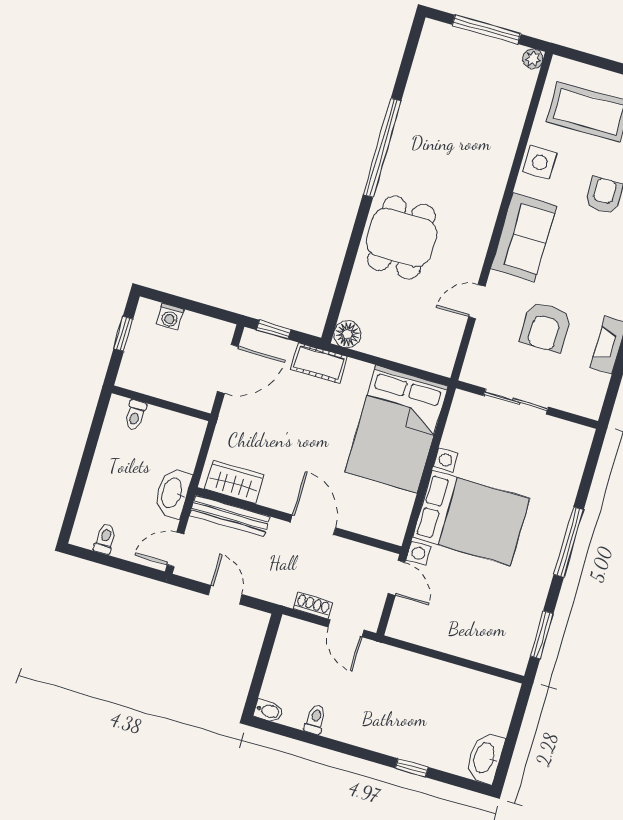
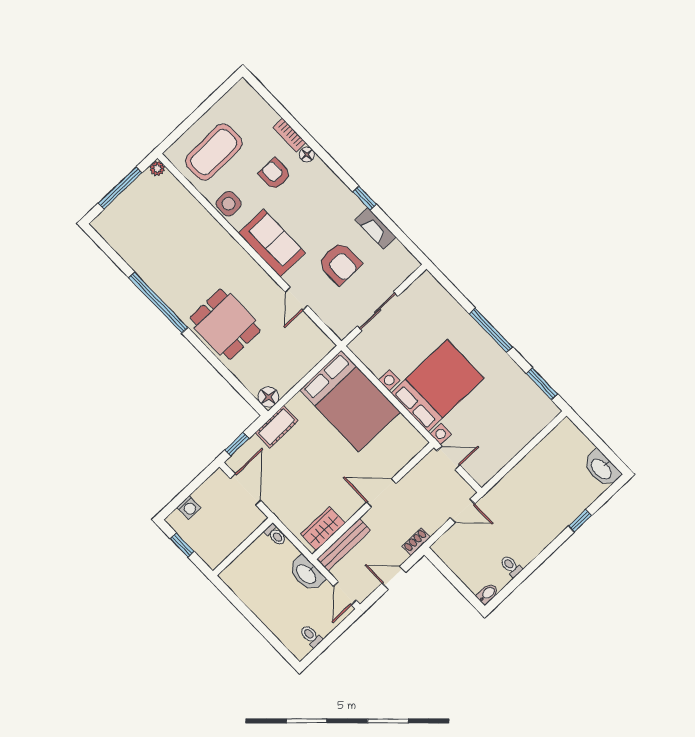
toilet: (135, 415) -> (275, 535), moved
shoe rack: (313, 606) -> (416, 542), moved

